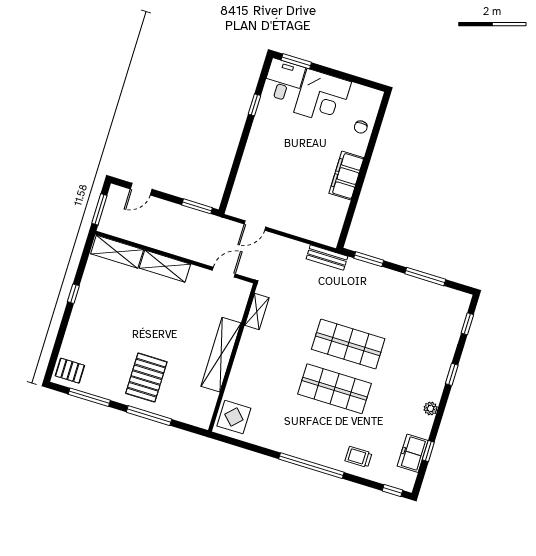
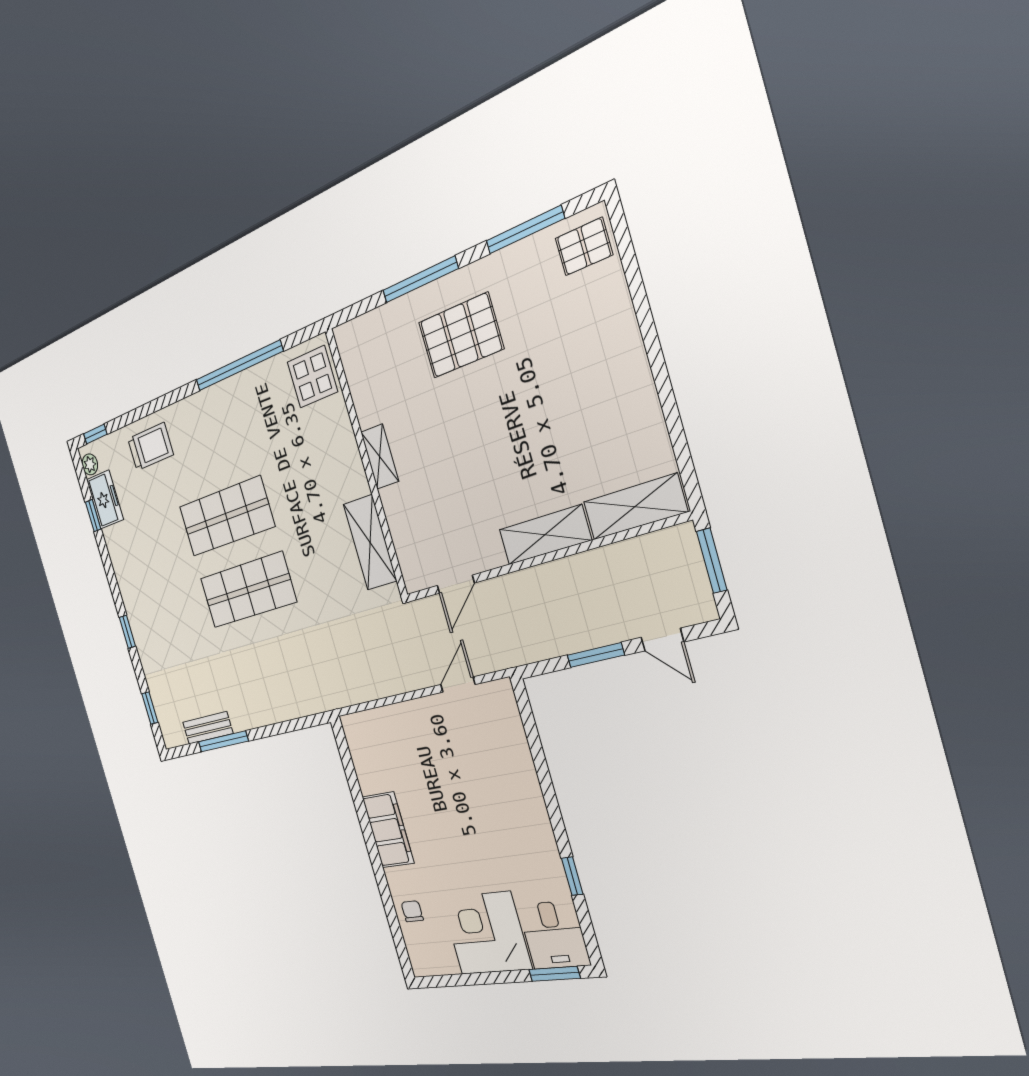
door: (141, 189) -> (662, 640), swing flipped
window: (197, 206) -> (596, 655), moved
bench: (327, 258) -> (208, 728), moved
window: (369, 259) -> (294, 725), removed
window: (73, 294) -> (663, 382), removed
shelving: (257, 311) -> (370, 542), width x1.50, depth x1.33
shelving: (221, 355) -> (380, 457), width x0.45, depth x0.75
pallet: (146, 378) -> (461, 336), turned 90
plant: (431, 409) -> (90, 464), moved
trolley: (359, 457) -> (150, 447), width x1.36, depth x1.39
window: (311, 466) -> (239, 366), moved

